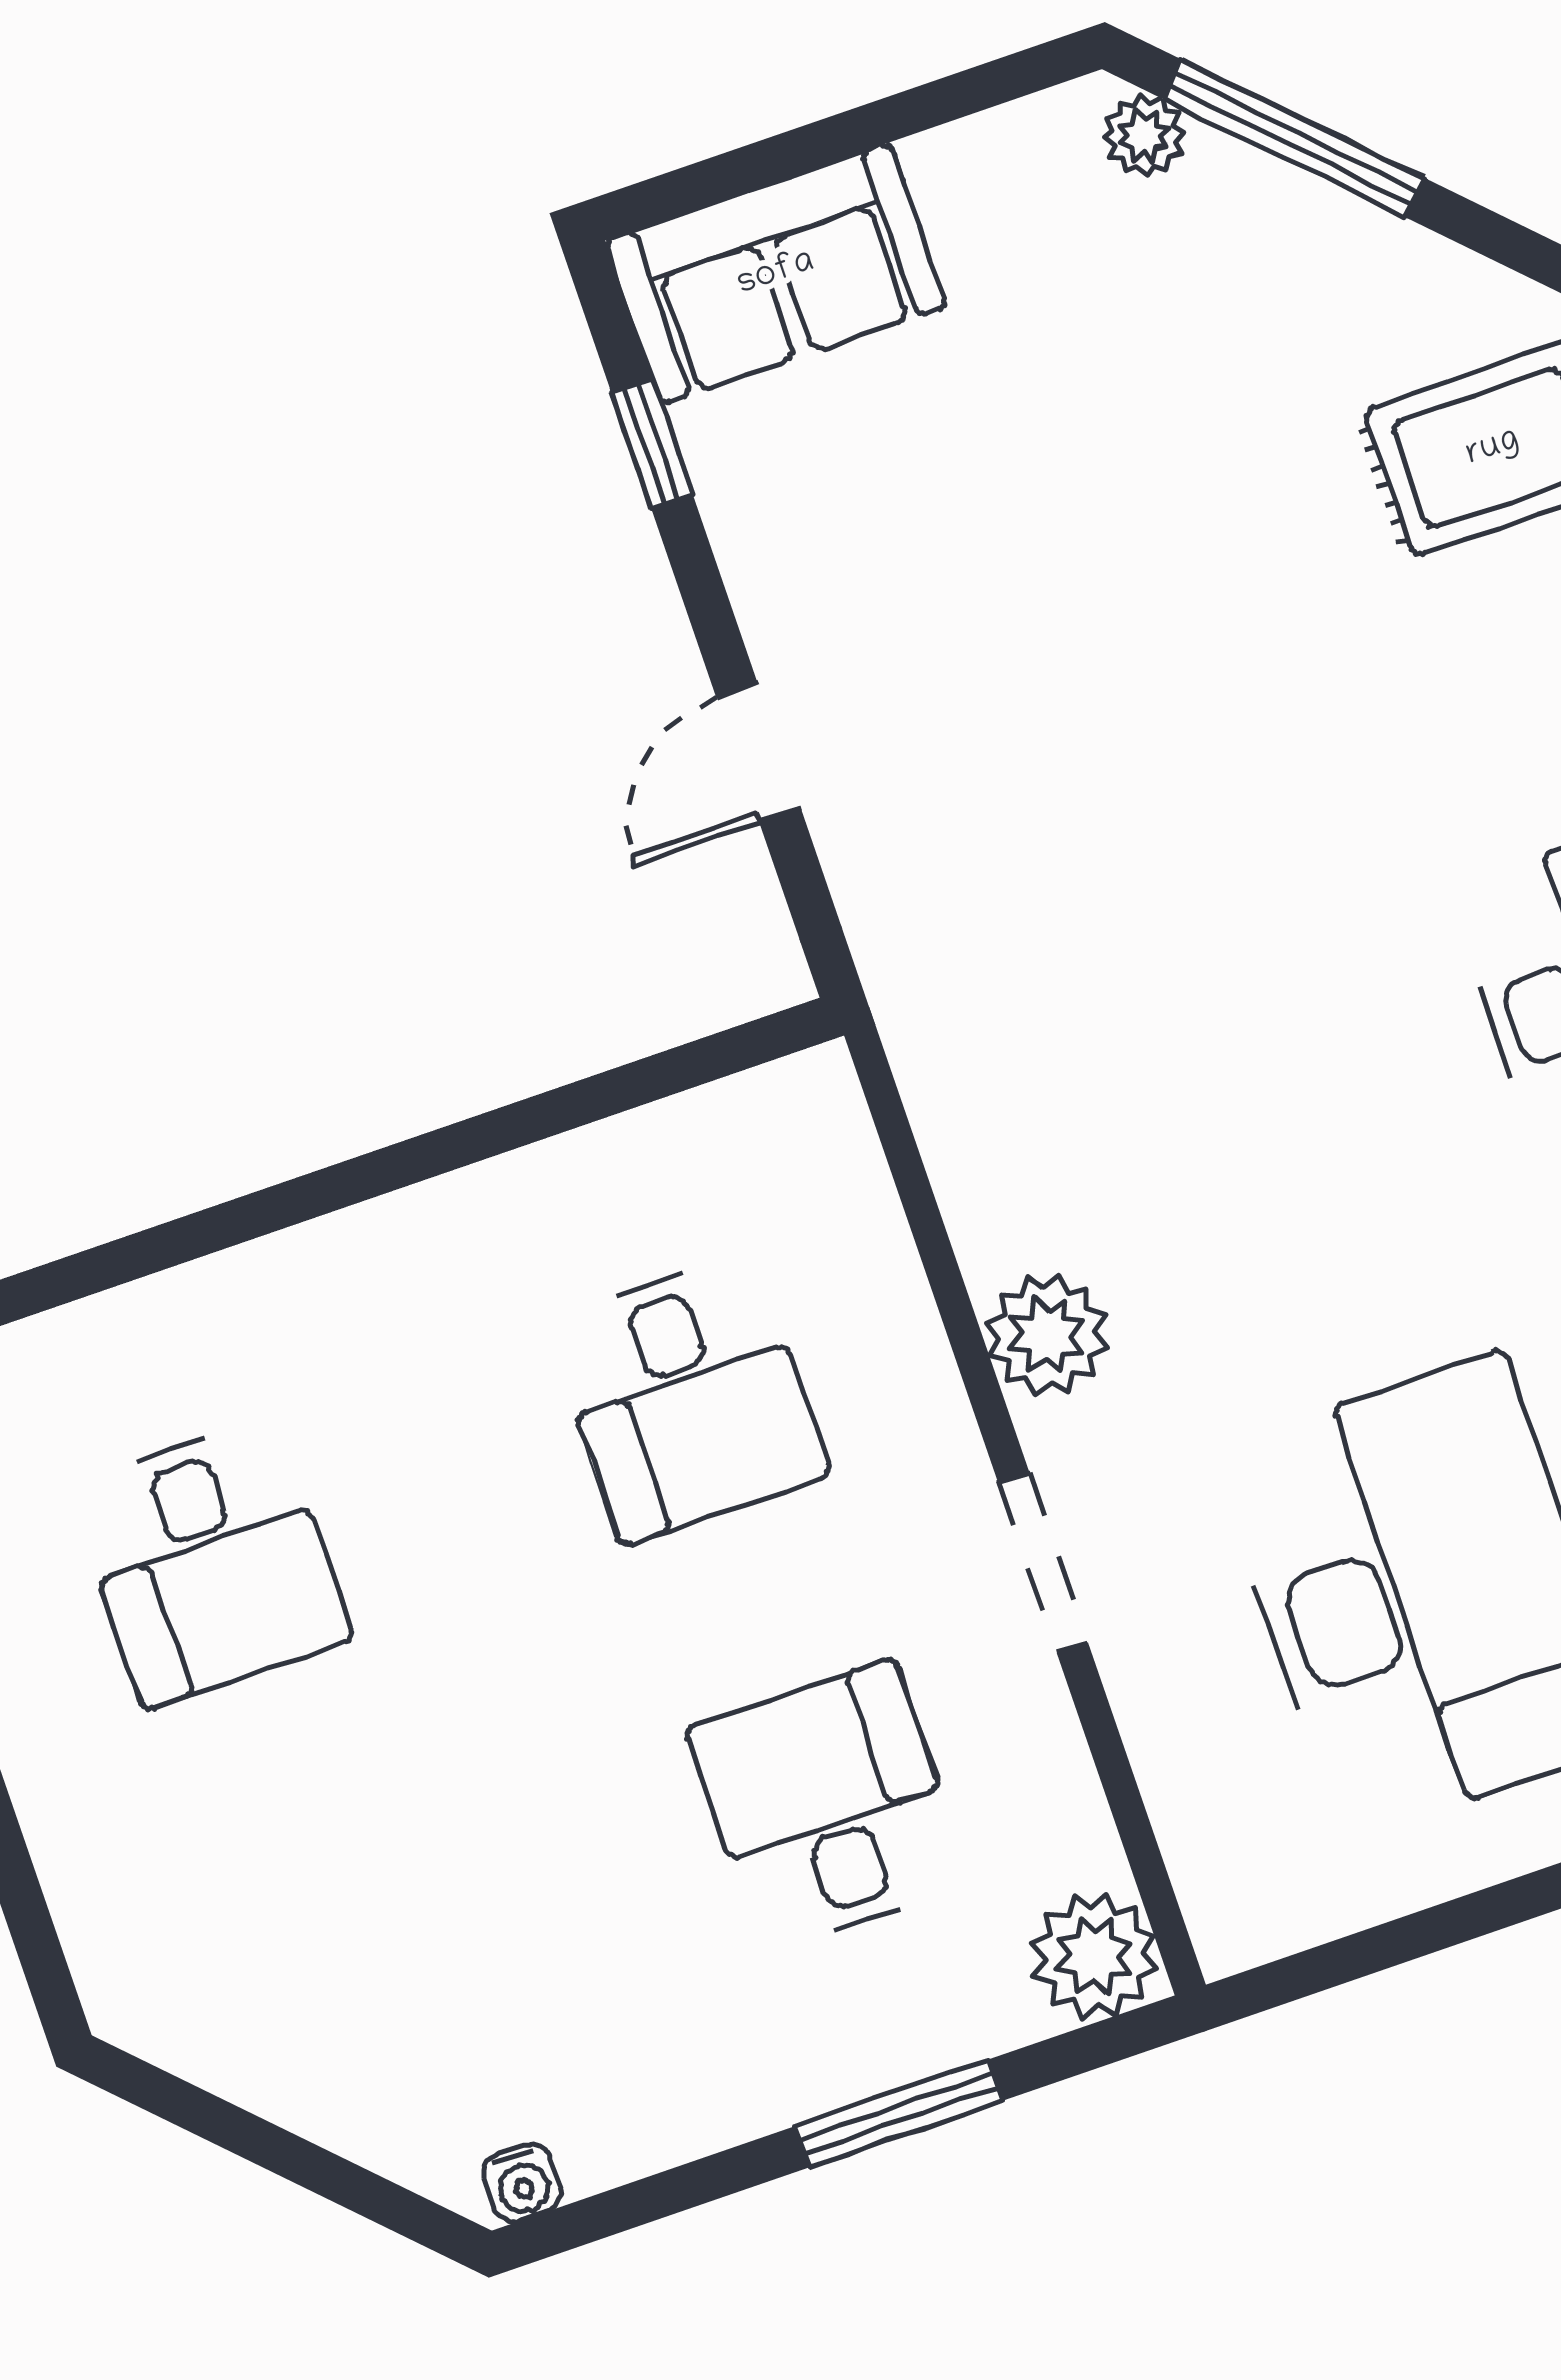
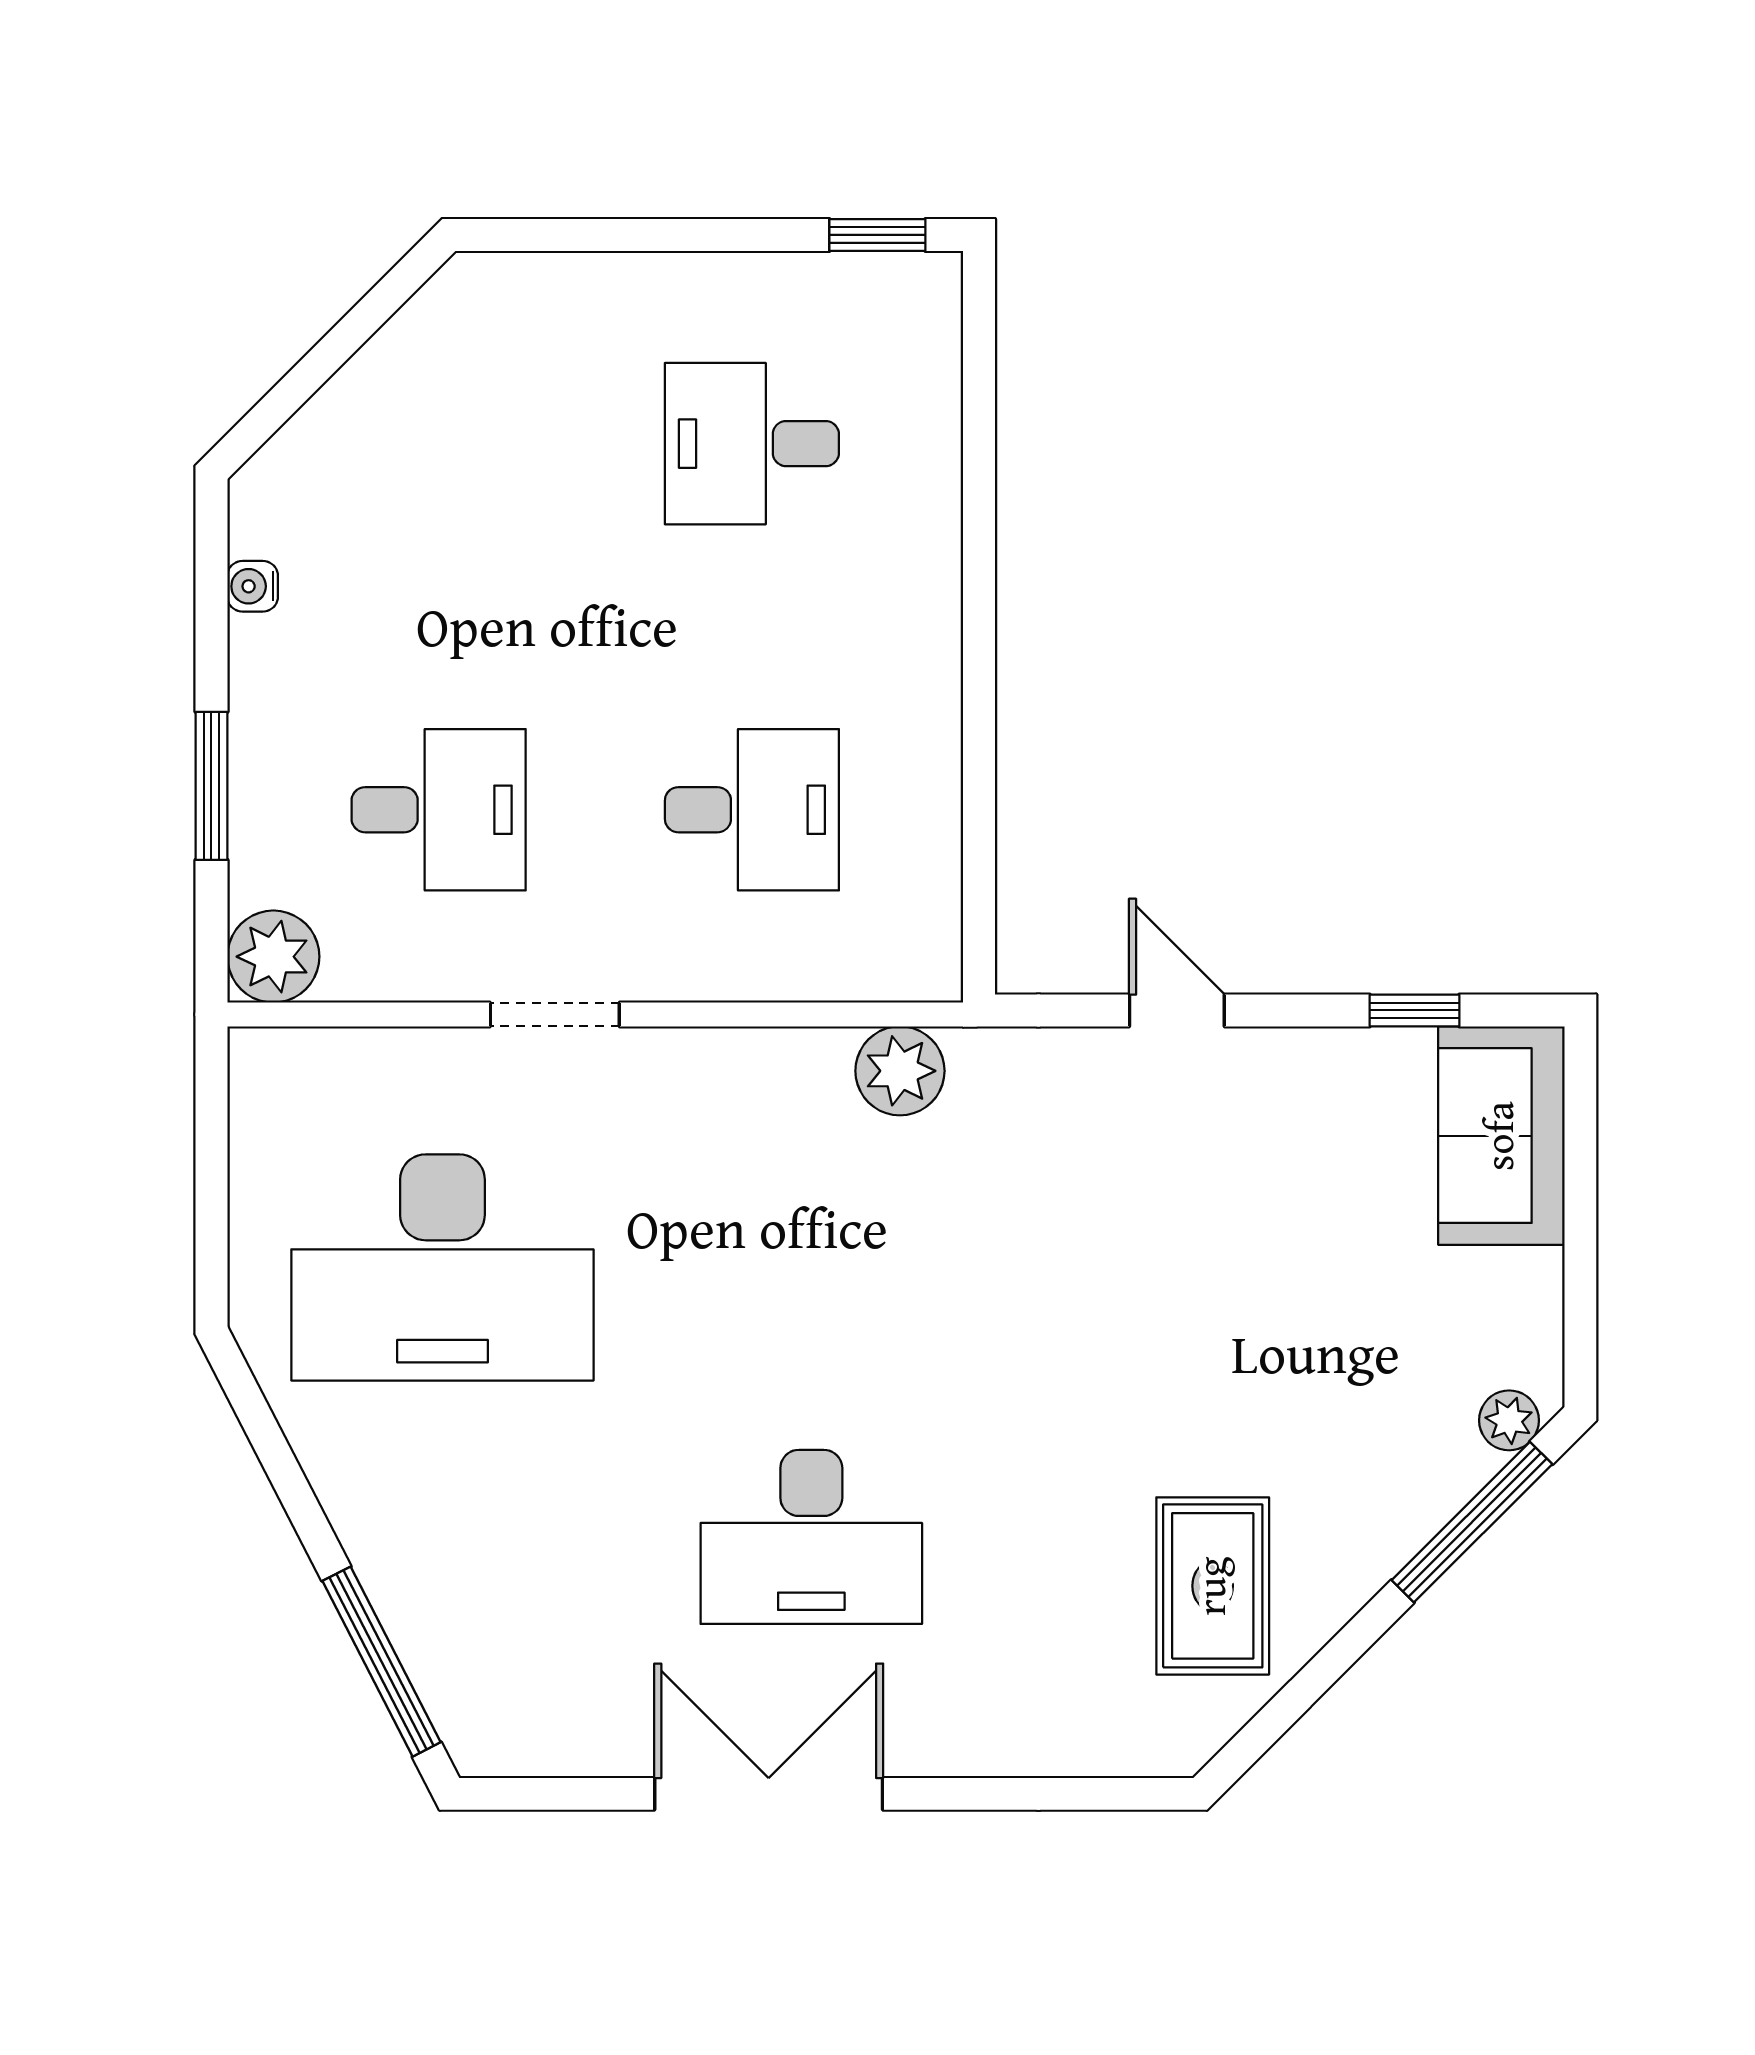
plant: (1047, 1335) -> (900, 1071), moved
desk: (688, 1398) -> (752, 810), turned 180
water cooler: (523, 2183) -> (253, 586), moved

